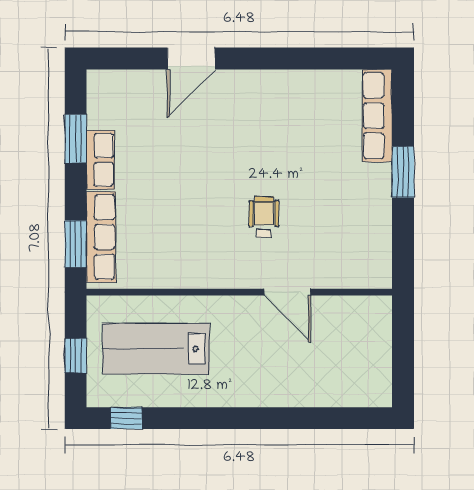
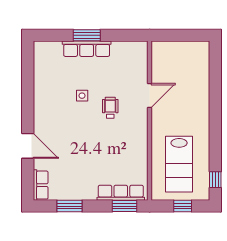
row of seats: (377, 116) -> (87, 49), moved
row of seats: (100, 160) -> (41, 185), moved, turned 90
side table: (287, 163) -> (82, 96), added
wheelchair: (264, 217) -> (110, 108), turned 90

